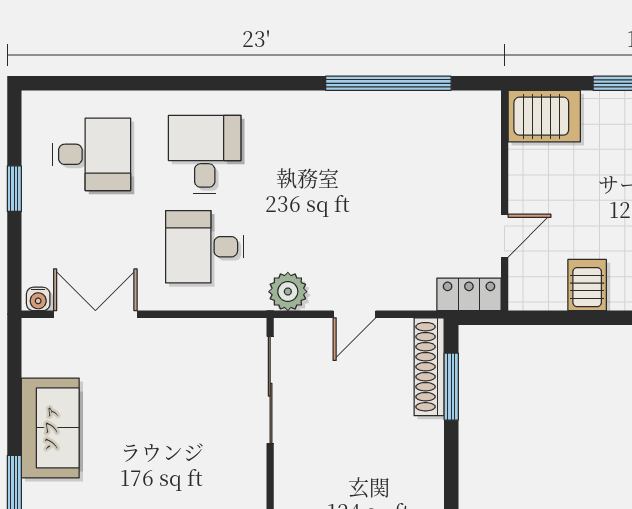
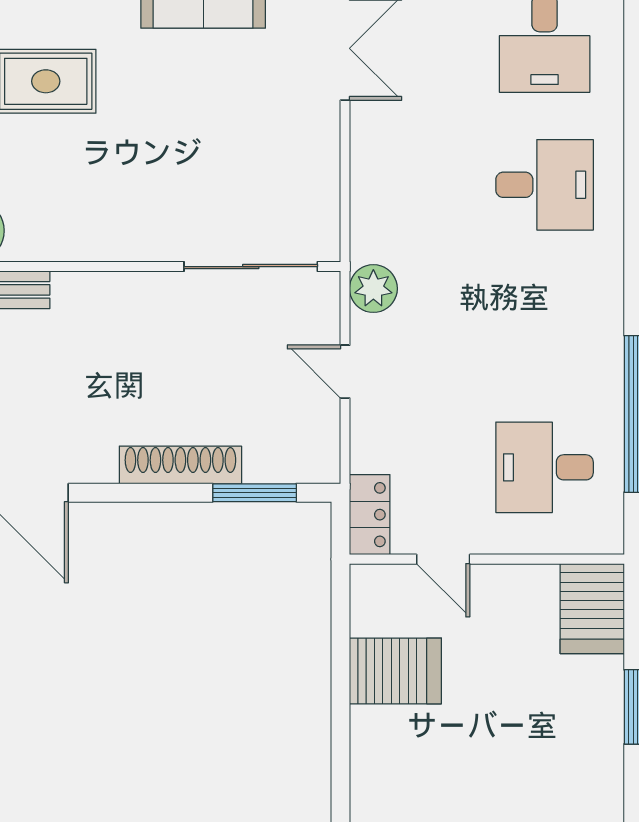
desk: (205, 247) -> (545, 467), moved, turned -90
server rack: (587, 285) -> (395, 671), width x1.36, depth x1.44
shoe rack: (429, 367) -> (180, 465), moved

